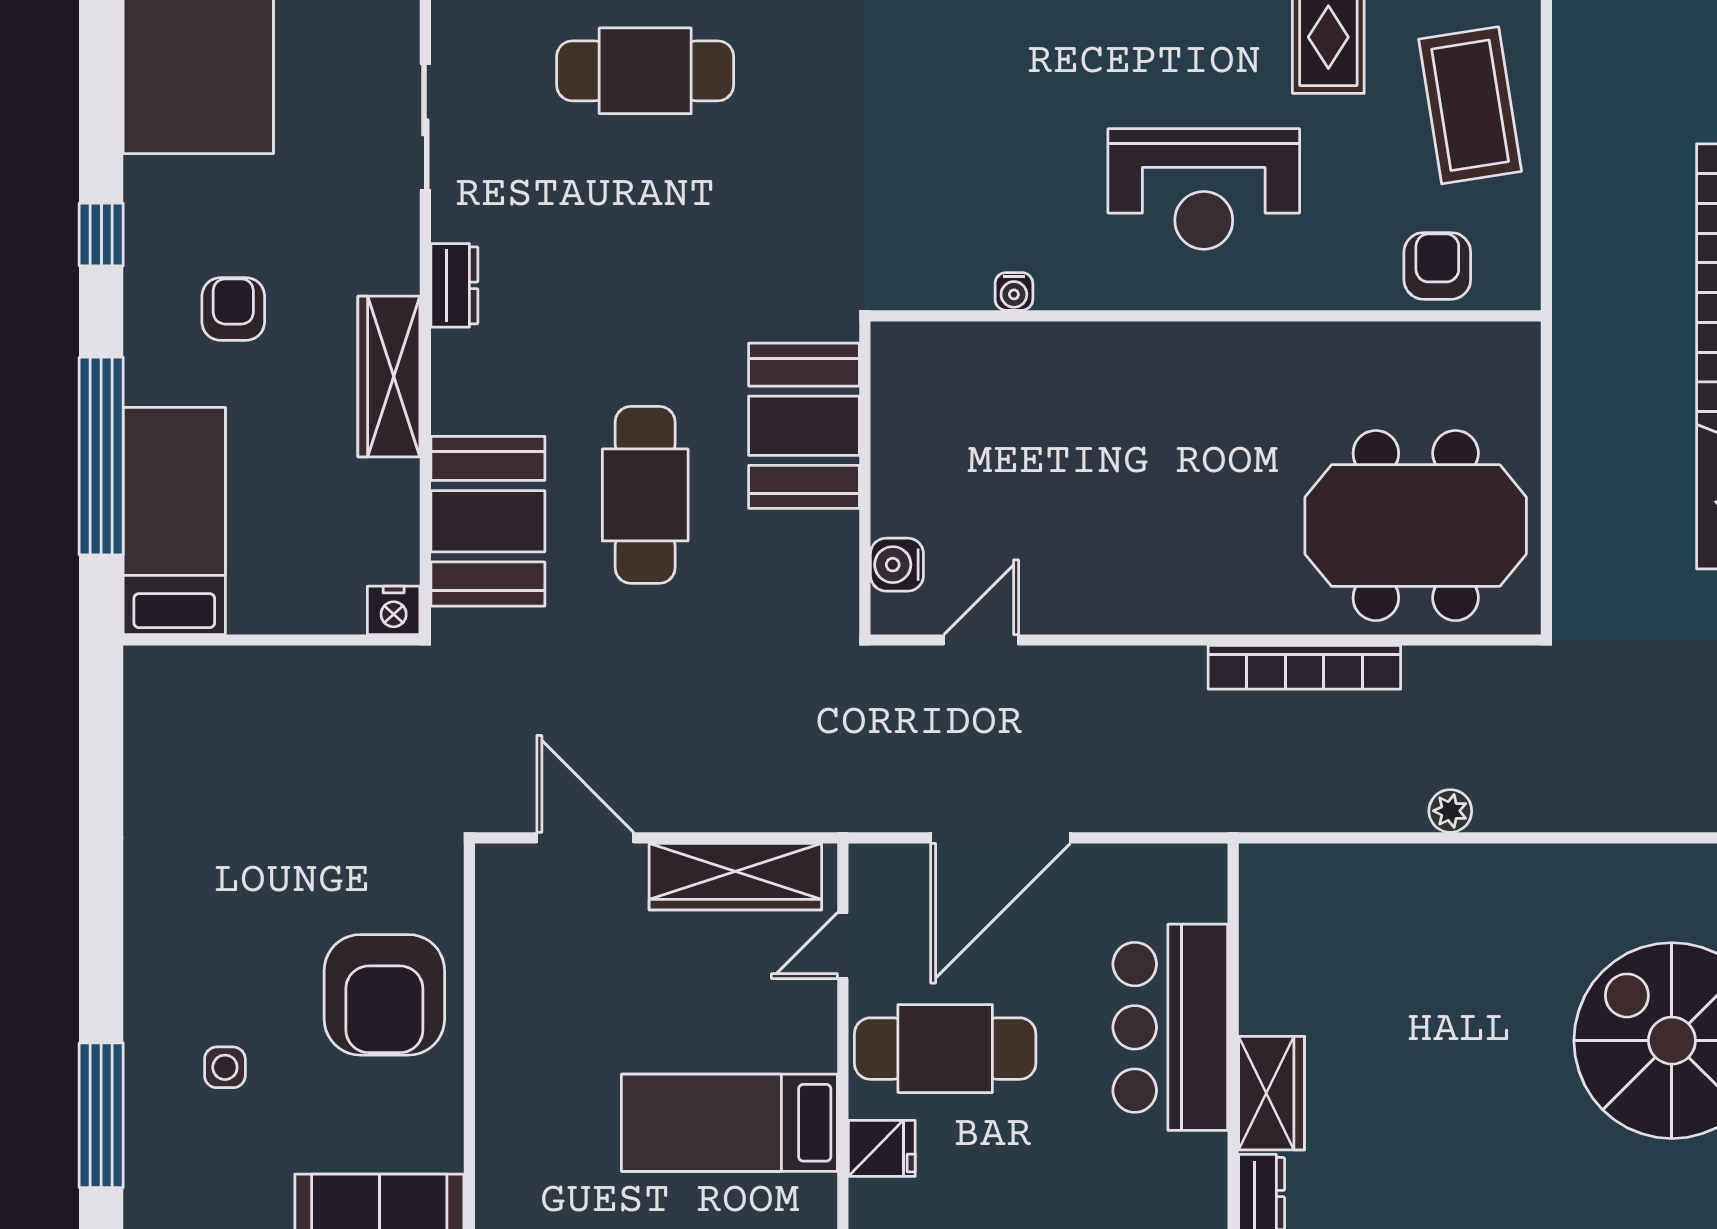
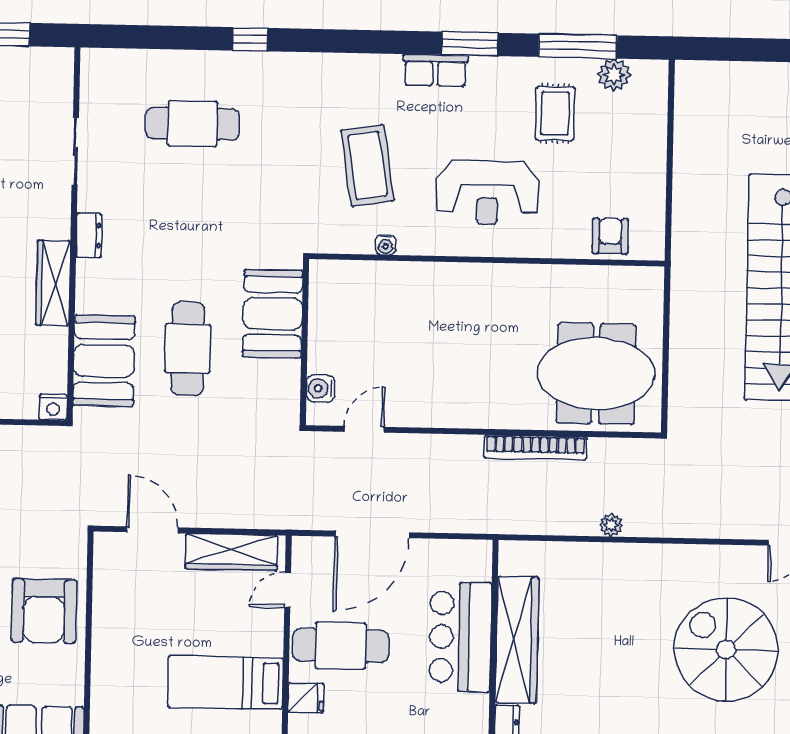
coffee table: (1470, 105) -> (367, 165), moved
wardrobe: (1272, 1093) -> (517, 640), width x2.10, depth x1.17

